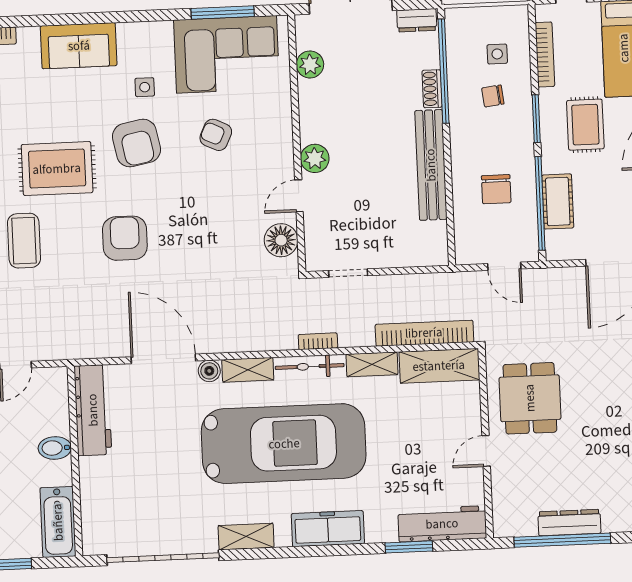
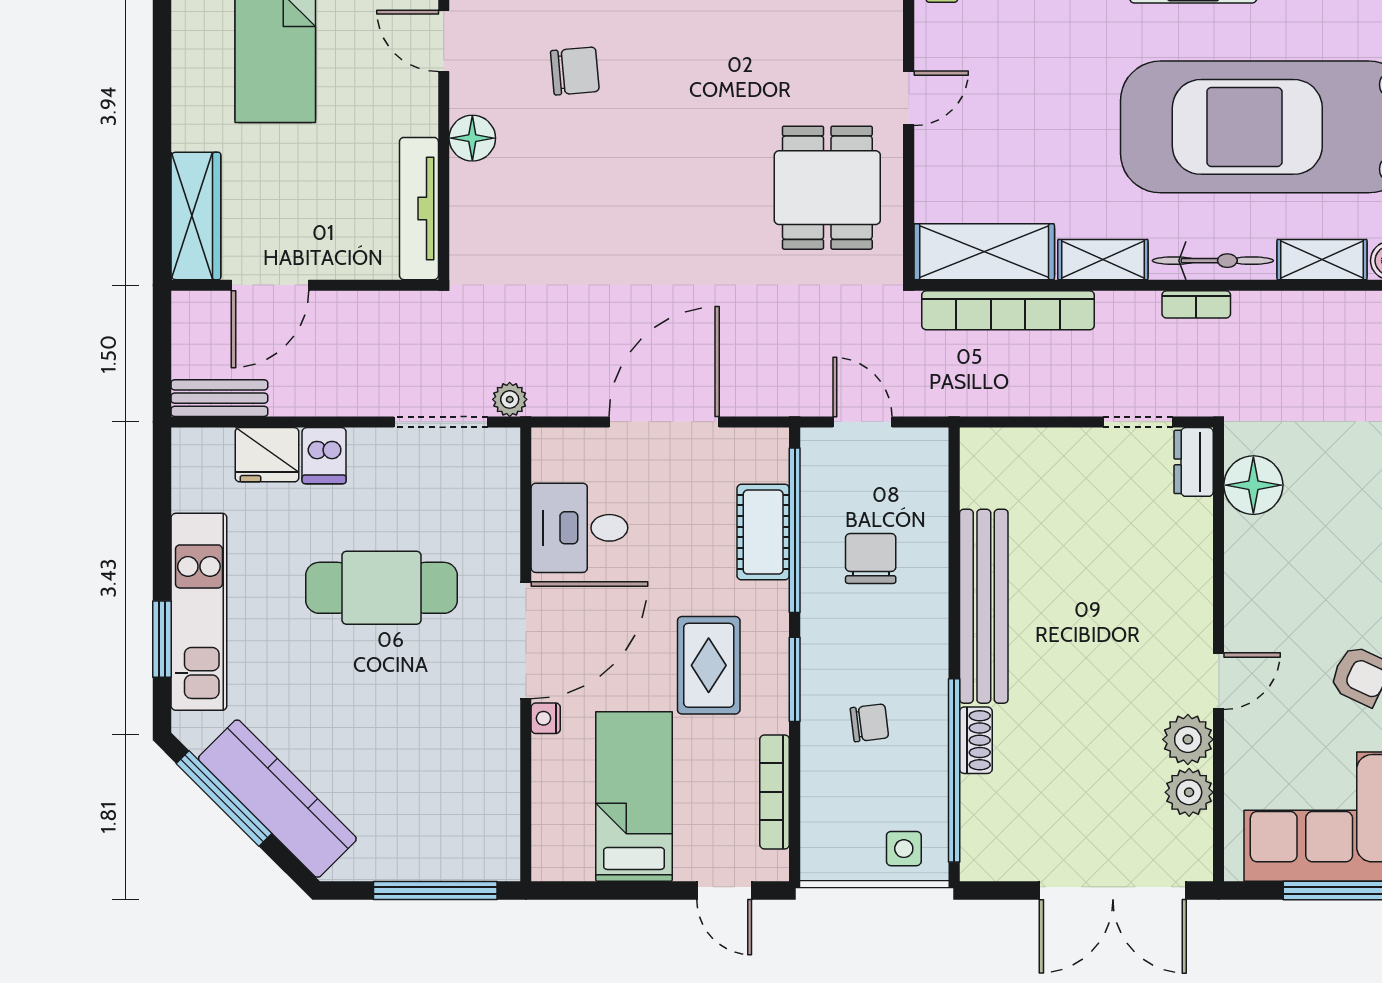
dresser: (417, 20) -> (1194, 462), moved, turned -90
side table: (497, 54) -> (904, 849), moved
plant: (315, 158) -> (1188, 739), moved
door: (299, 196) -> (1219, 681), moved

